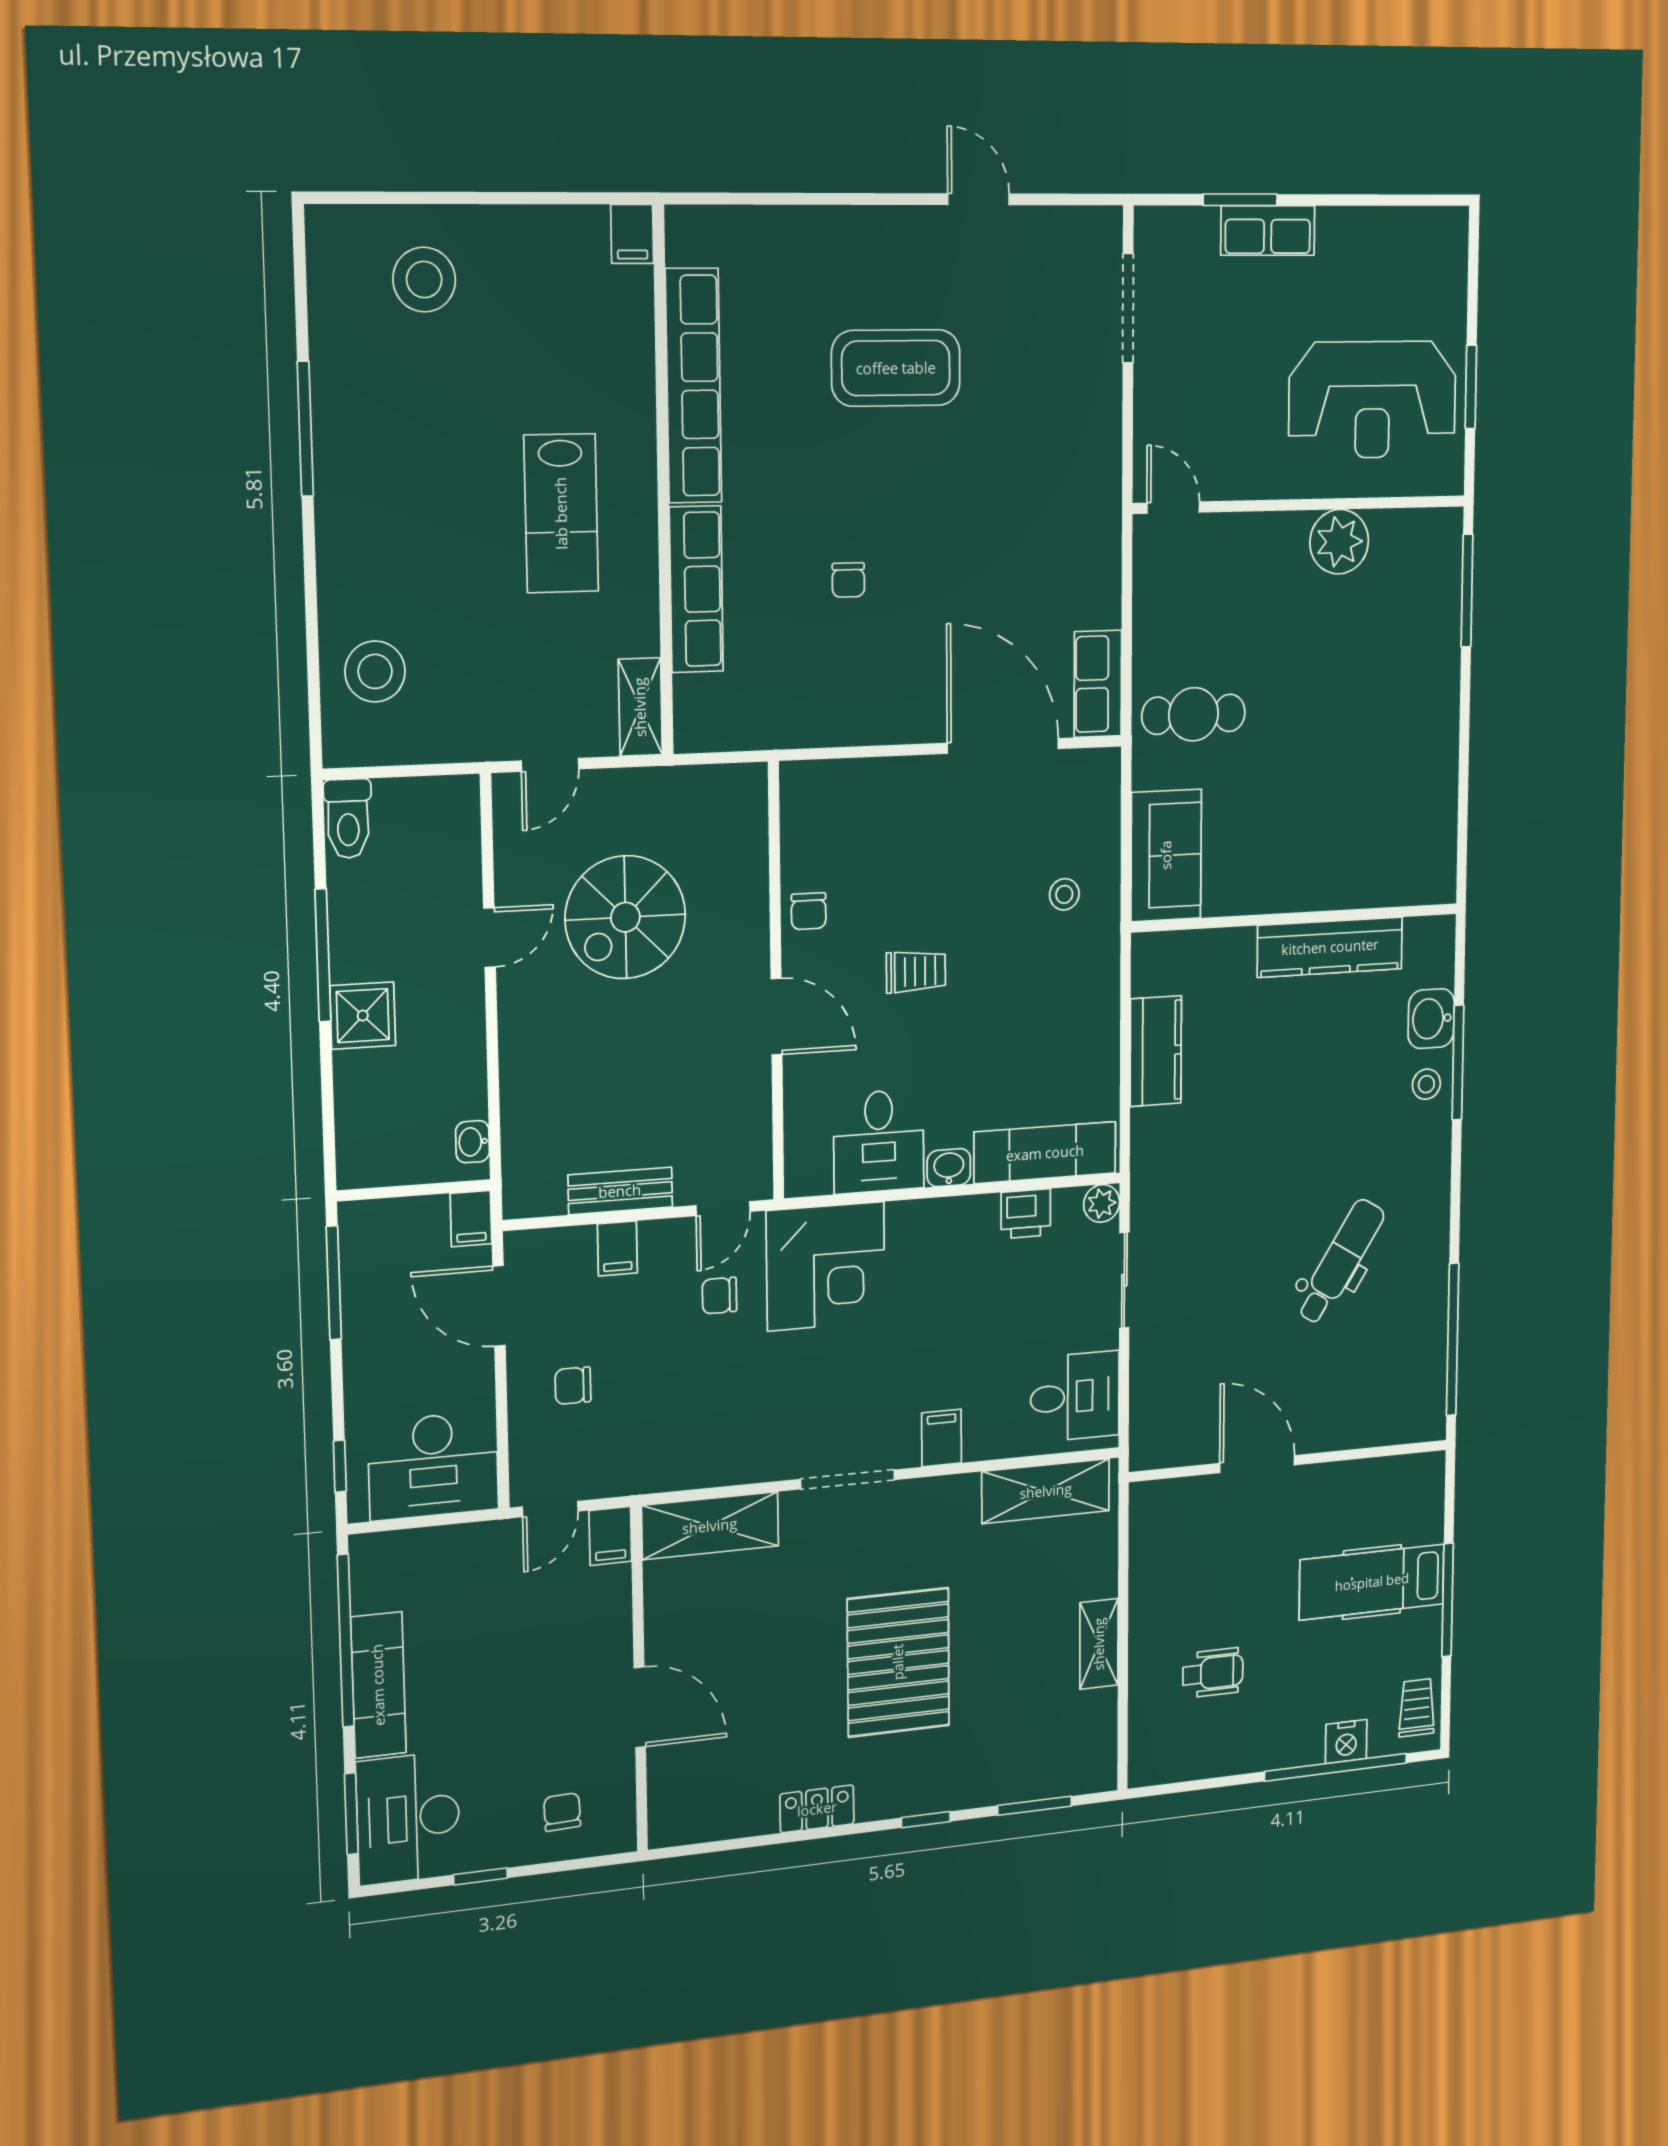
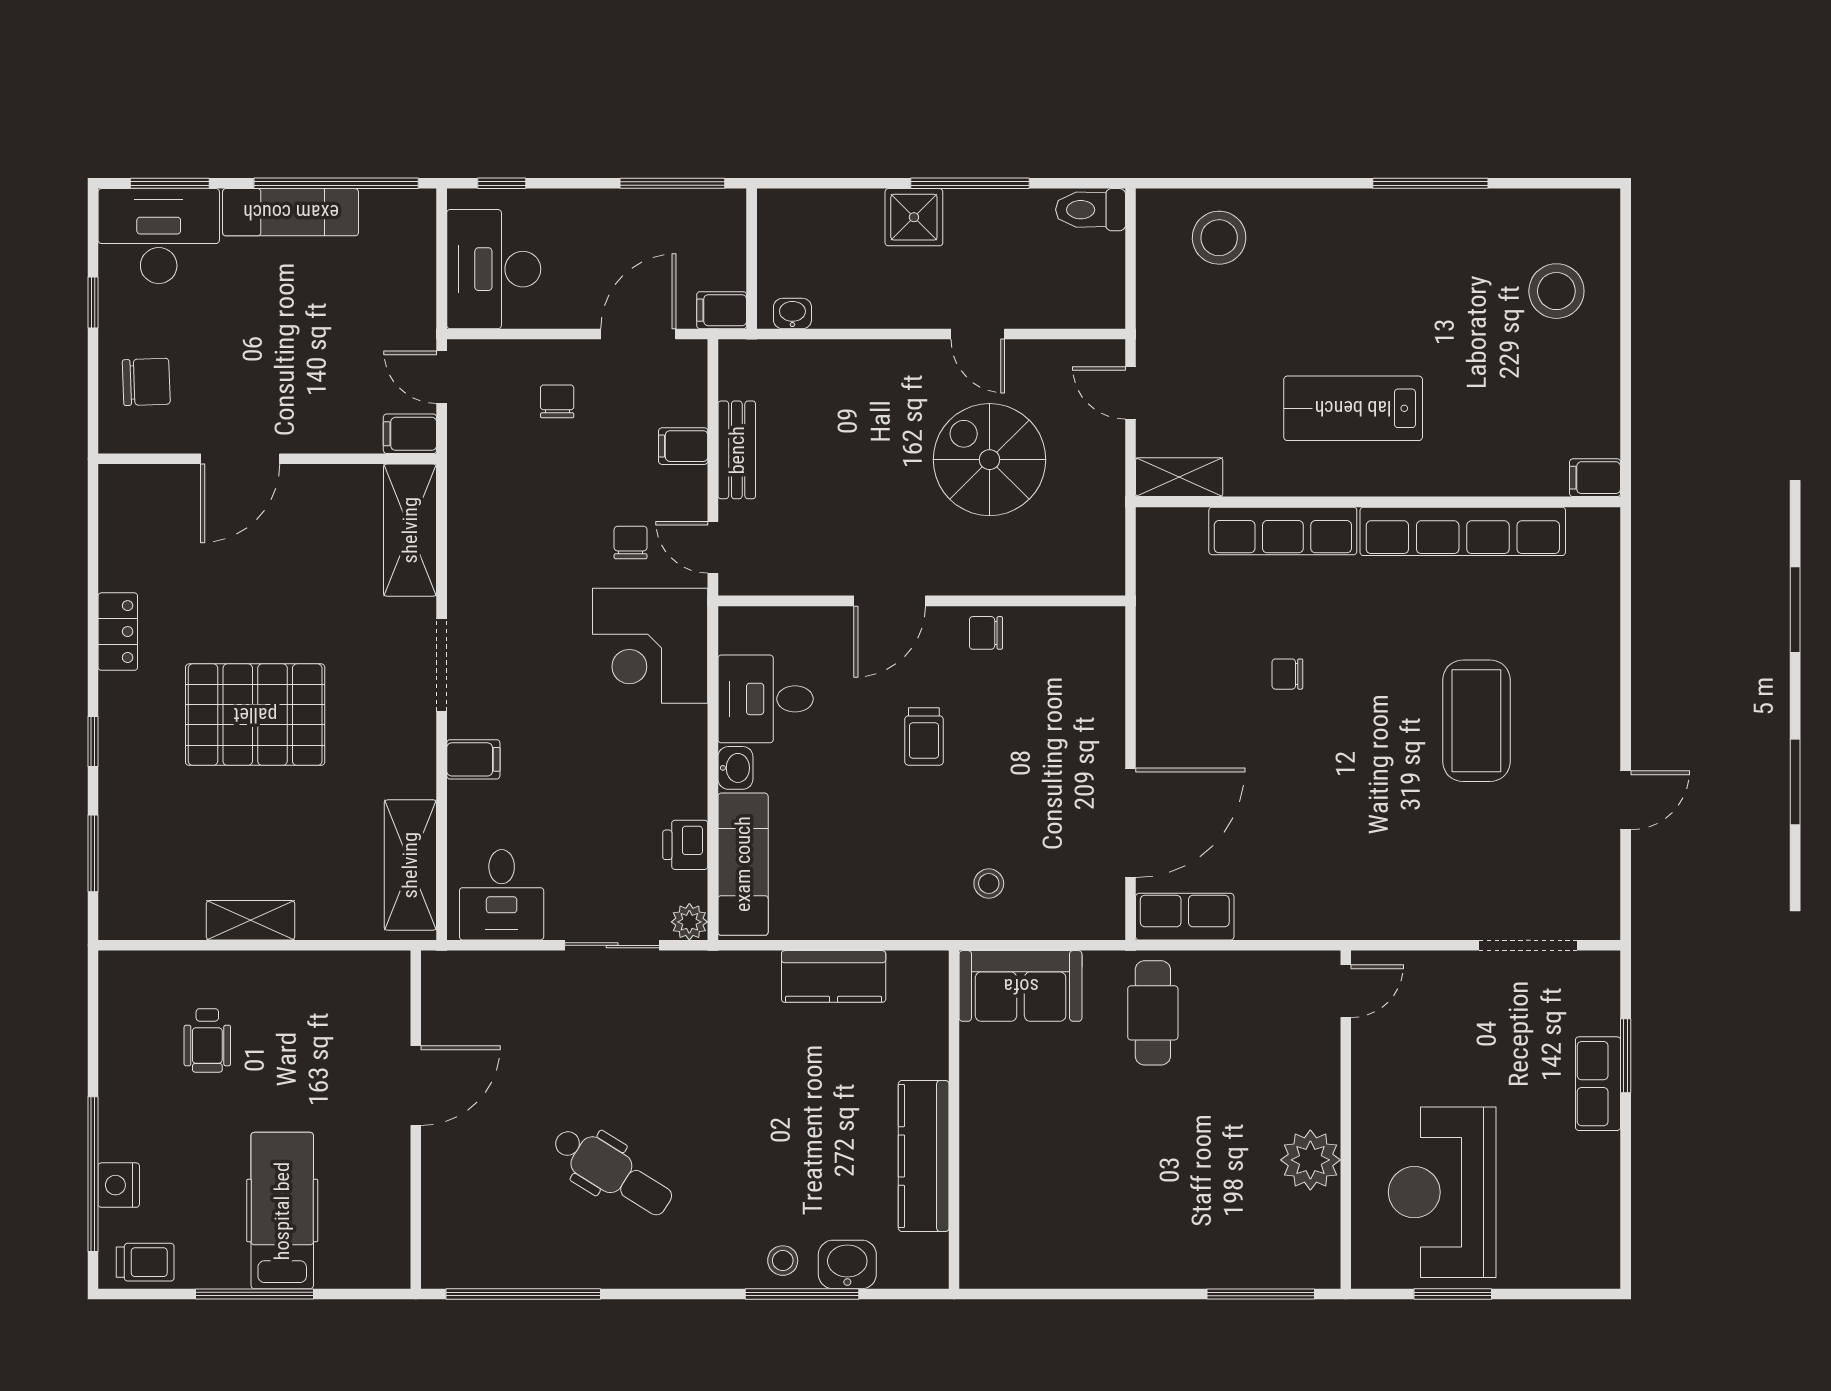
chair: (562, 1812) -> (146, 382), width x1.37, depth x1.37

